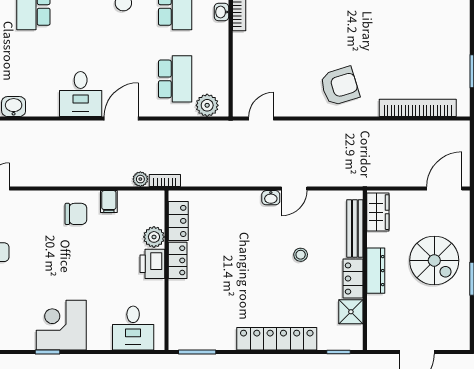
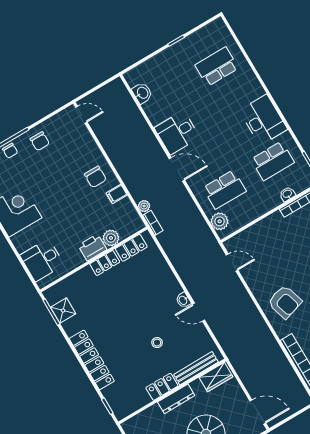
shower: (351, 312) -> (63, 310), moved

